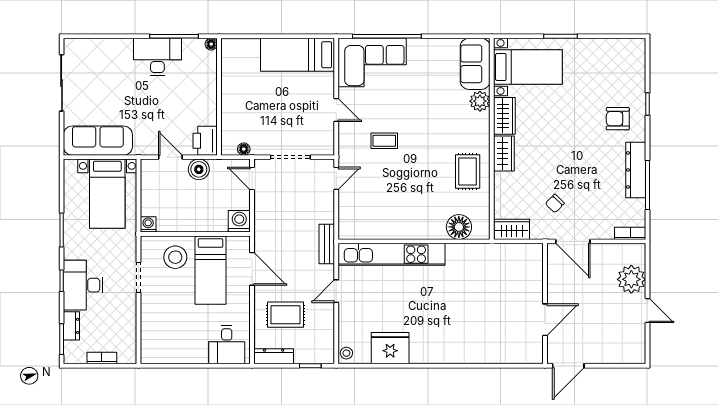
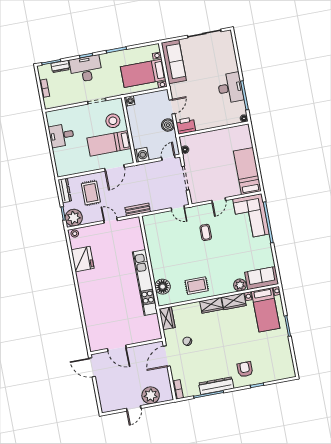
kitchen unit: (392, 254) -> (145, 282), moved
desk: (227, 345) -> (61, 135), moved
plant: (320, 350) -> (74, 218), added

